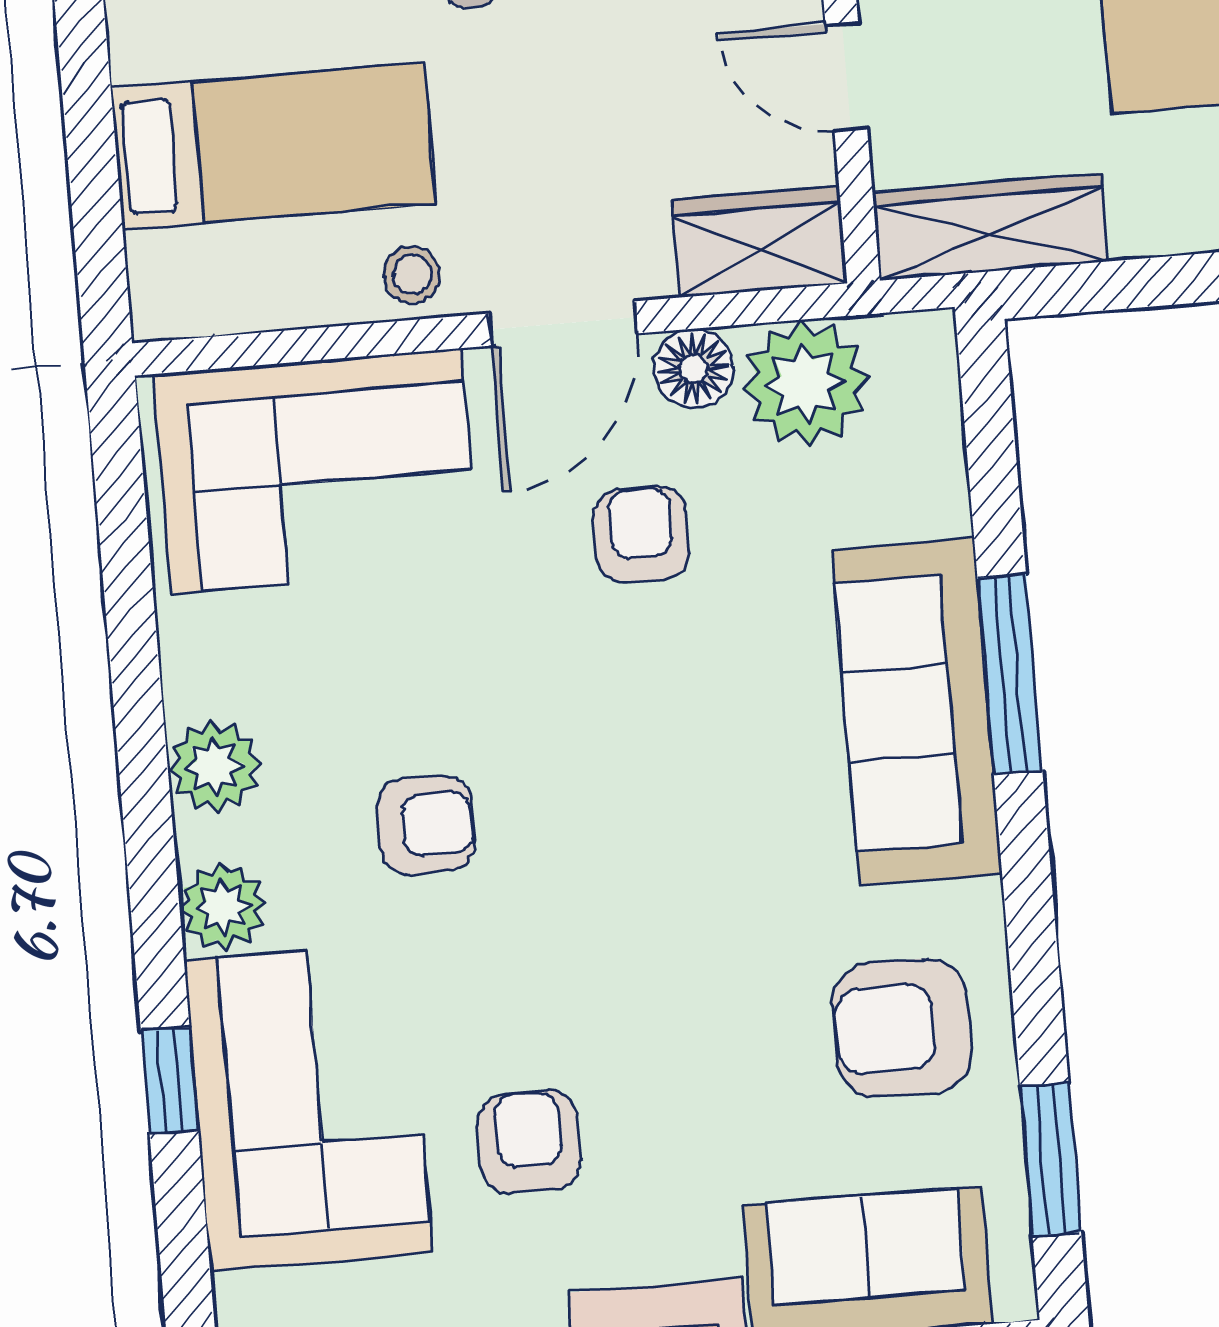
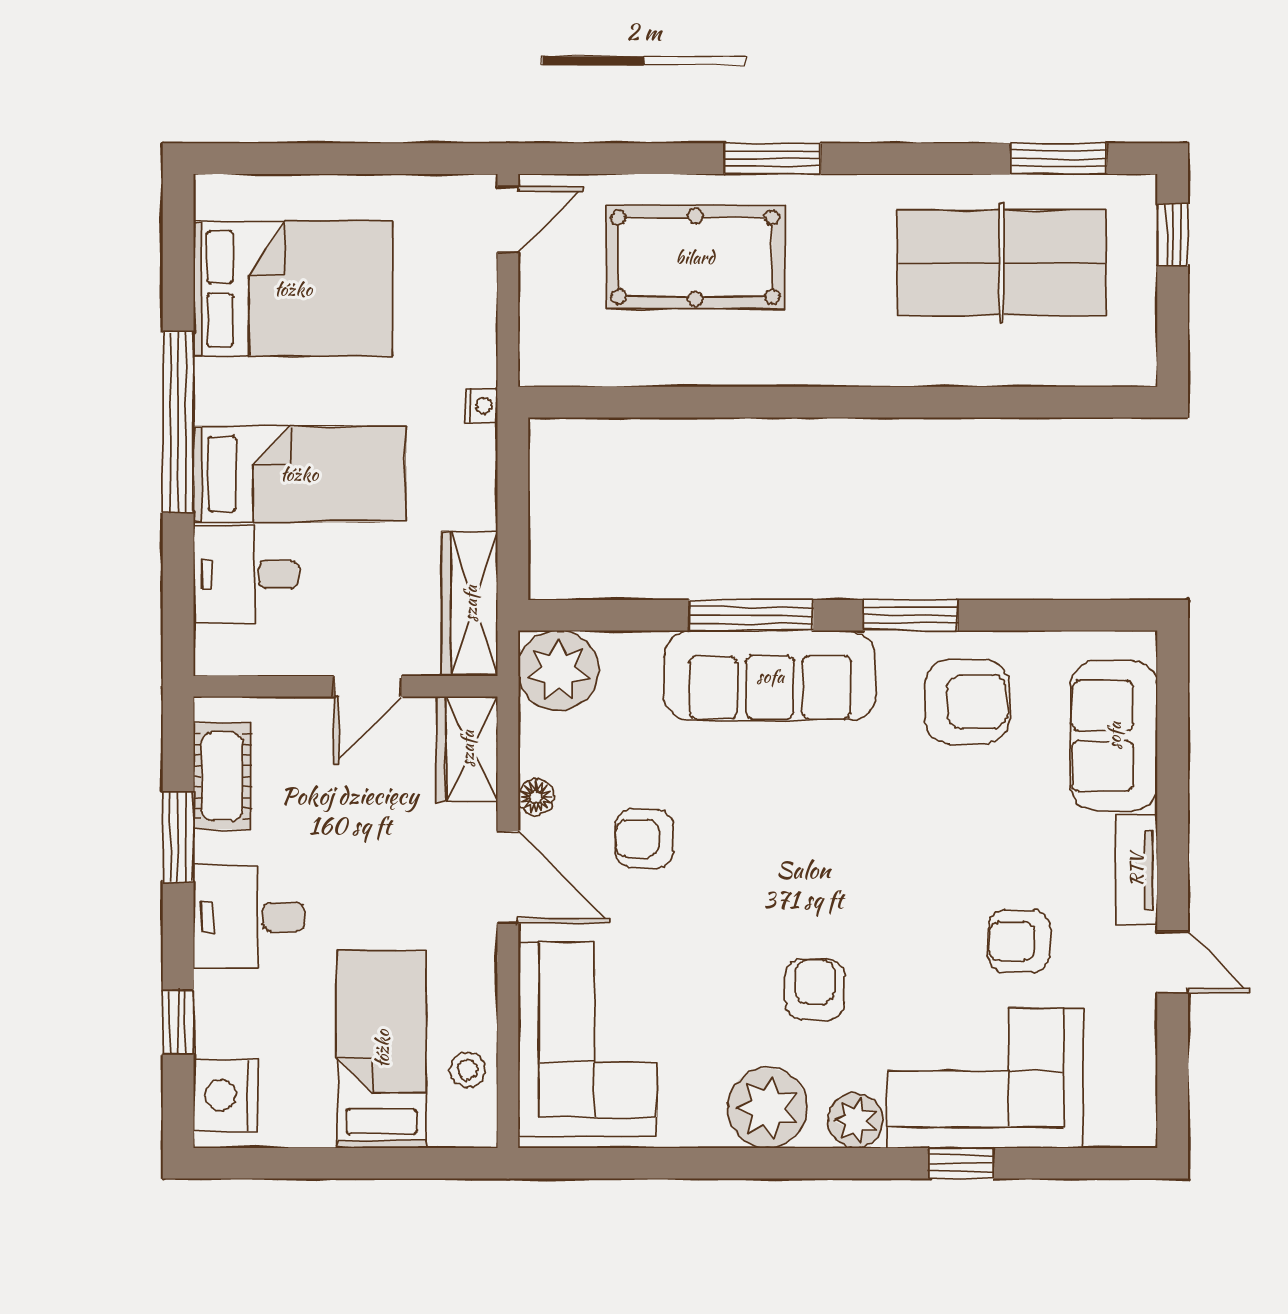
stool: (412, 274) -> (468, 1070), moved
floor lamp: (694, 368) -> (536, 797), width x0.73, depth x0.73
plant: (805, 383) -> (558, 671), moved
plant: (214, 766) -> (767, 1108), width x1.36, depth x1.36
armchair: (902, 1028) -> (967, 702), turned -90
window: (1051, 1159) -> (910, 615), moved

